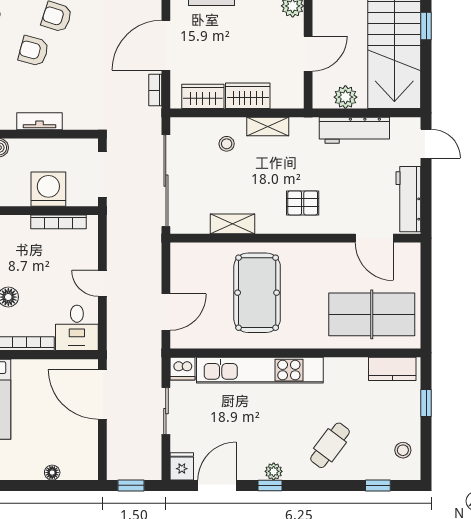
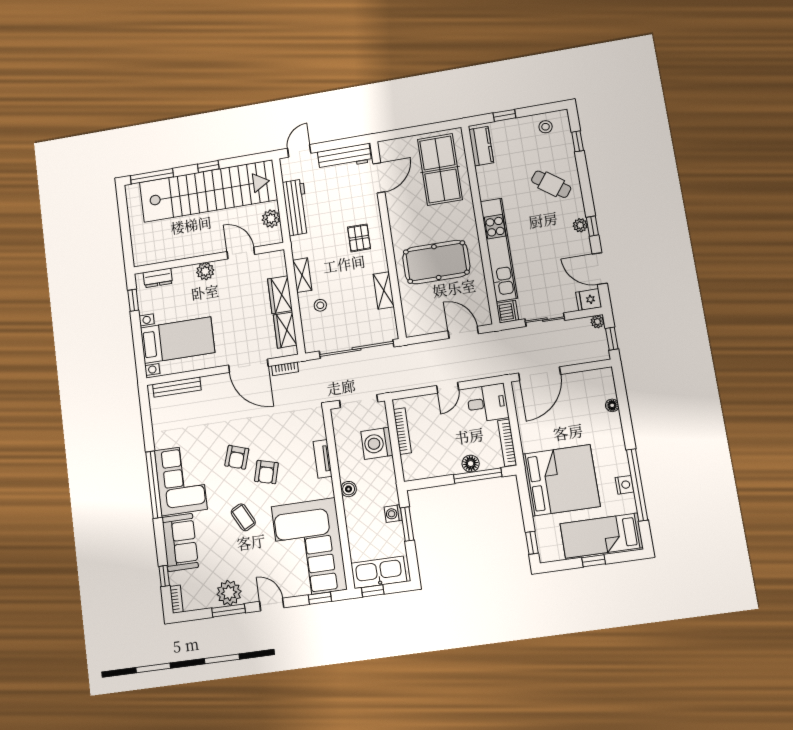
plant: (154, 472) -> (597, 322), added

